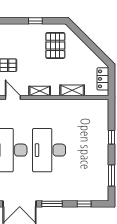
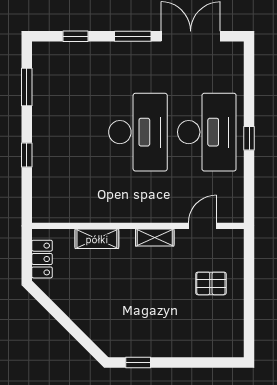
window: (35, 21) -> (138, 362), moved
pallet: (55, 45) -> (127, 319), removed
door: (13, 97) -> (202, 226), swing flipped

